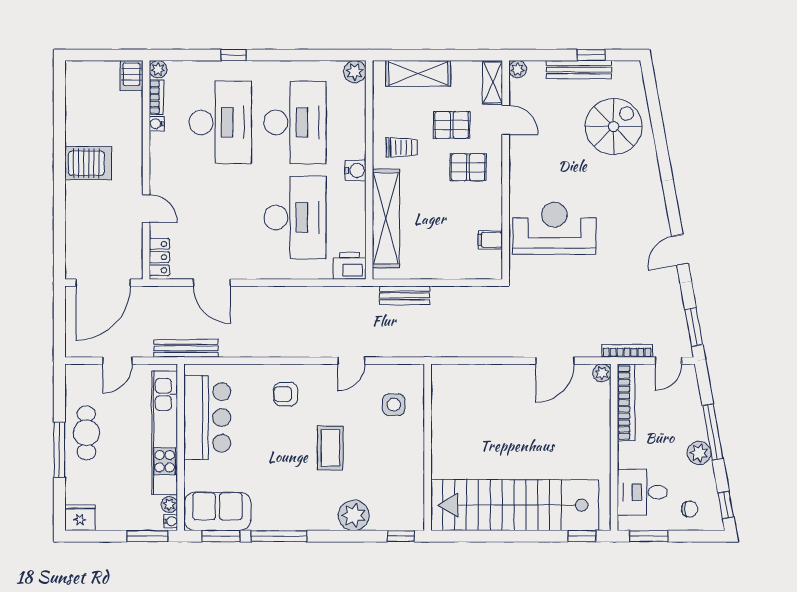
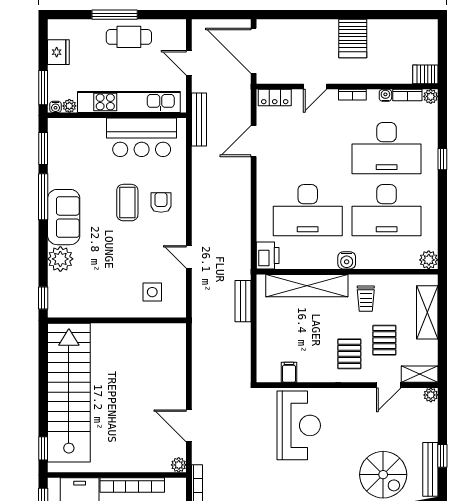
bench: (579, 70) -> (430, 469), moved
bookcase: (156, 164) -> (352, 95), added
bookcase: (626, 402) -> (132, 485), moved
coffee table: (330, 448) -> (127, 203), moved, turned 90
sofa: (217, 511) -> (64, 217), moved
fridge: (80, 518) -> (58, 52), moved

